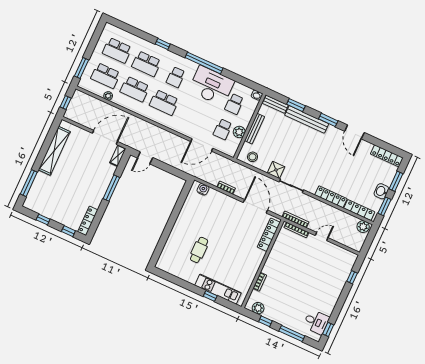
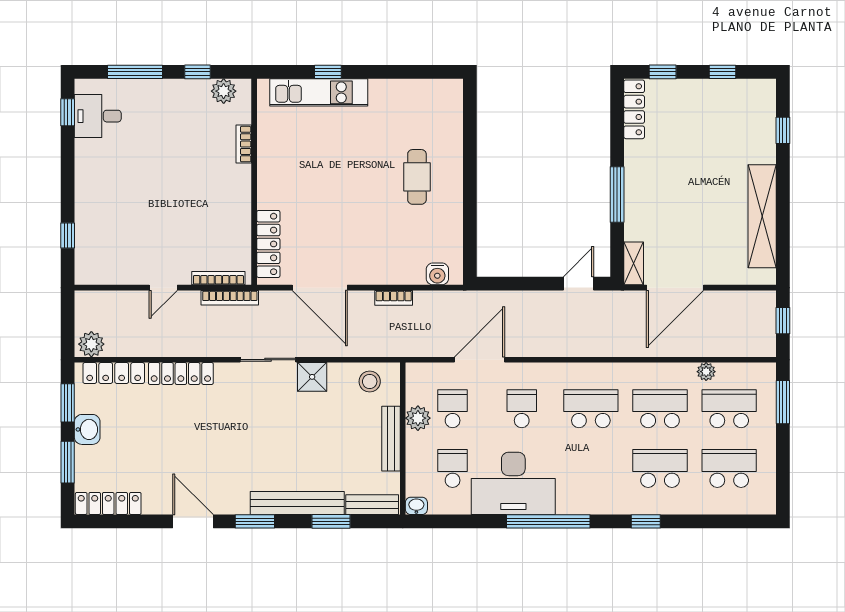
school desk: (176, 77) -> (522, 409), moved
window: (29, 183) -> (783, 130), width x0.46
cafe table: (199, 250) -> (417, 177), moved

